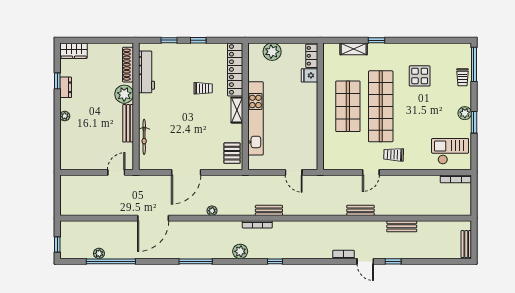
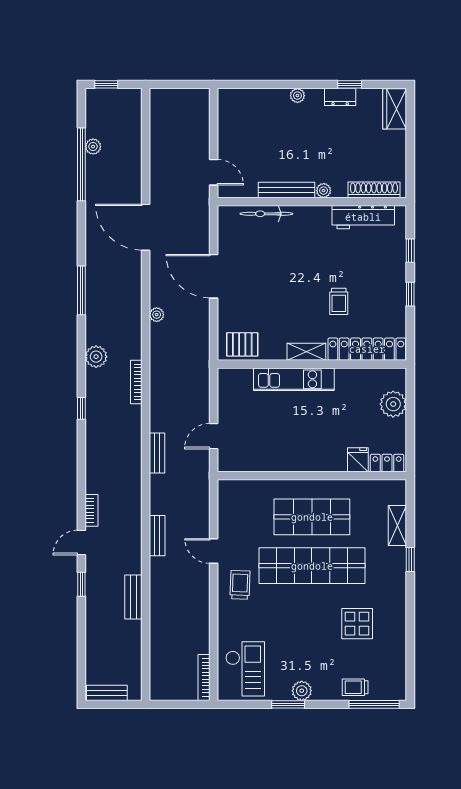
plant: (124, 94) -> (324, 191), width x0.53, depth x0.53
kitchen unit: (255, 118) -> (294, 379), width x0.73
bench: (269, 210) -> (157, 453), moved

